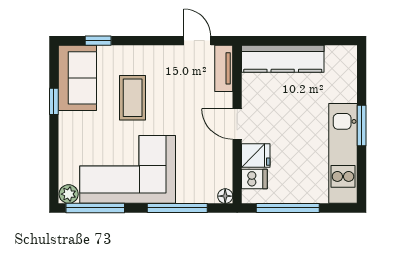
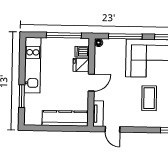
door: (237, 124) -> (91, 83), hinge flipped
window: (362, 126) -> (22, 96), moved

